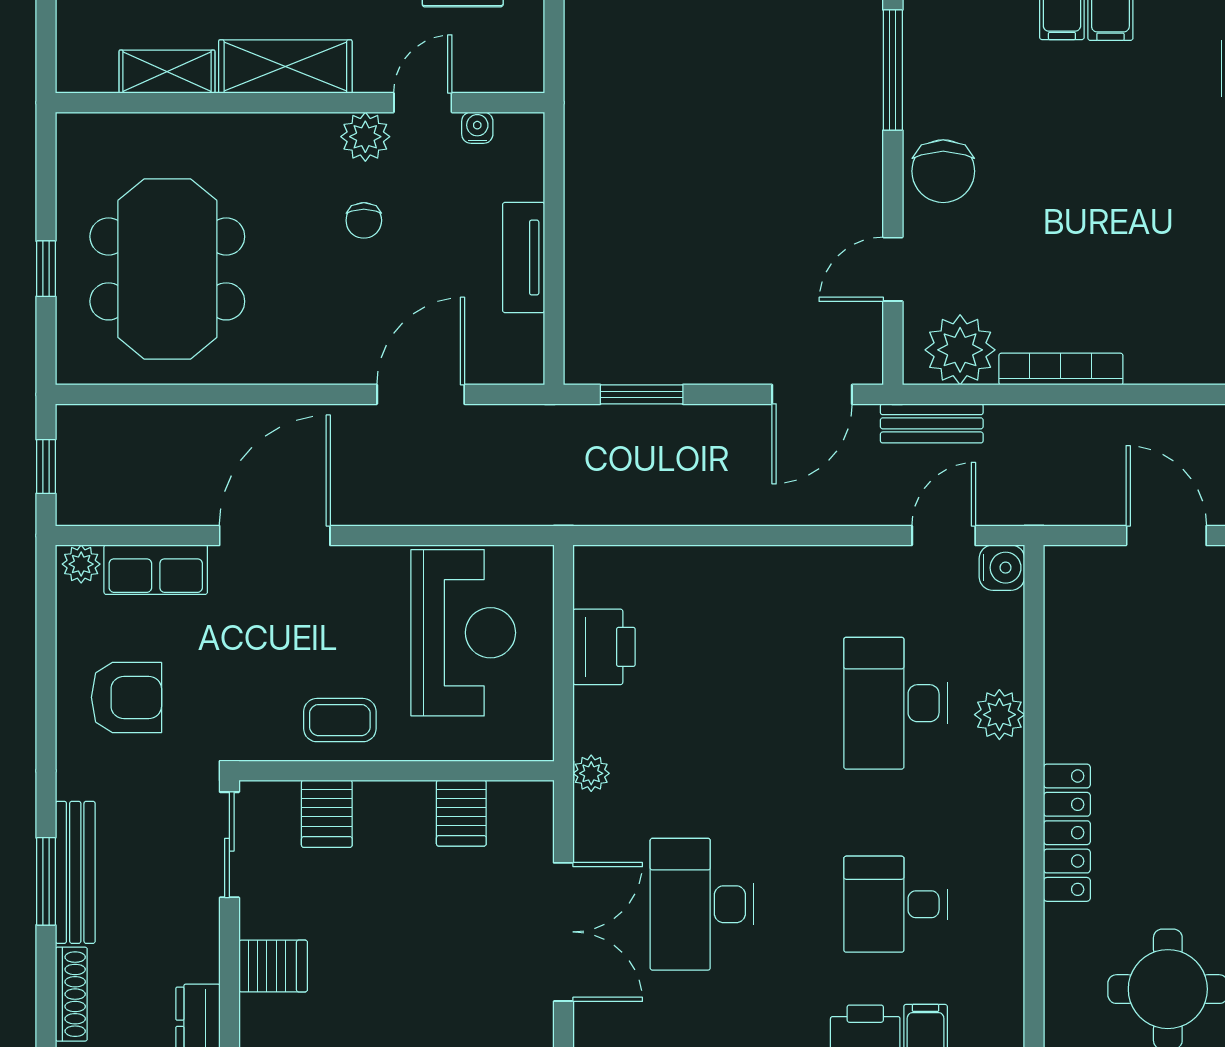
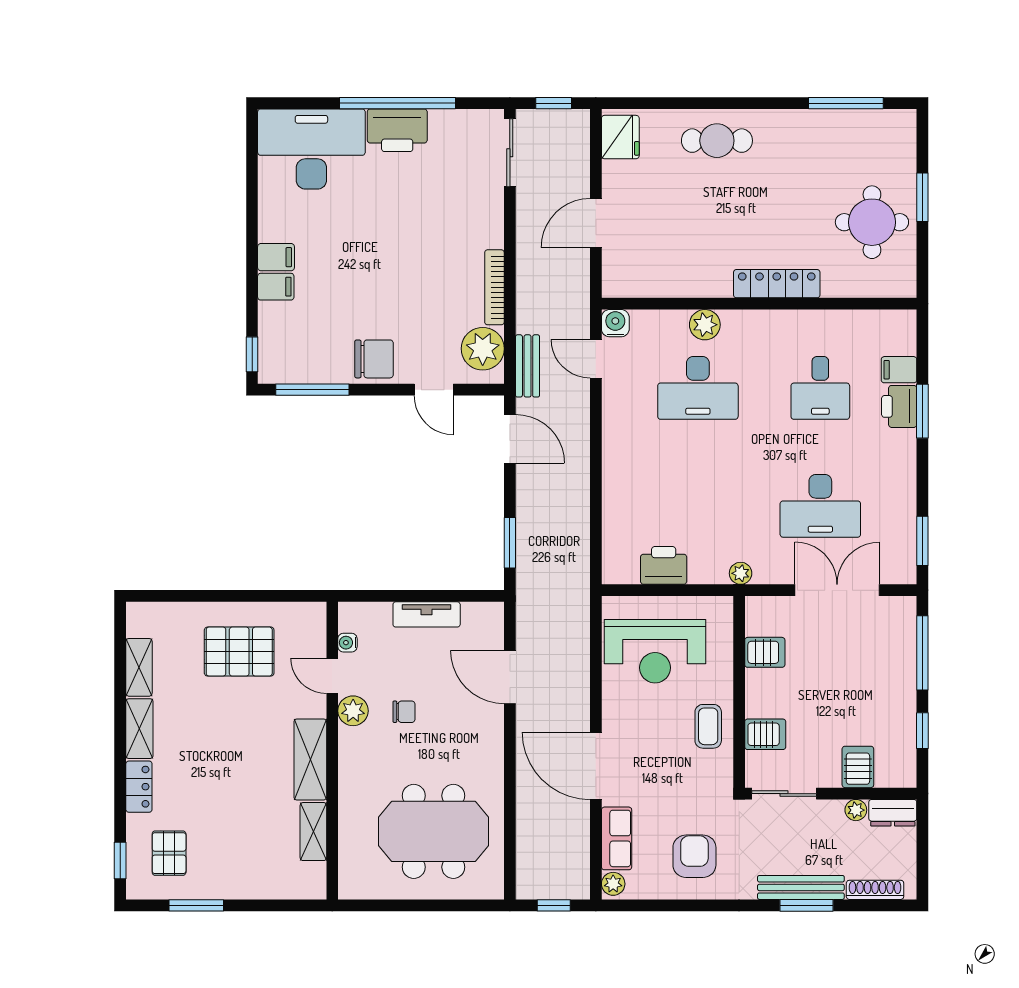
window: (46, 269) -> (433, 905), removed
reception desk: (463, 633) -> (655, 651), turned 180
plant: (202, 963) -> (856, 810), added

